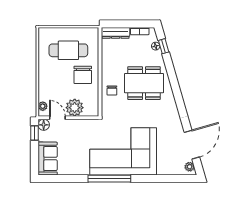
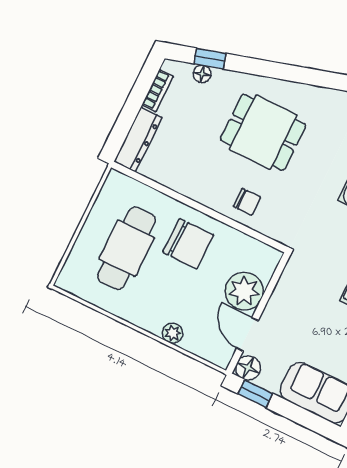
dining table: (144, 83) -> (263, 132), width x0.73
plant: (43, 106) -> (173, 333), moved
door: (57, 118) -> (248, 334), hinge flipped

